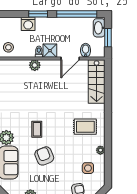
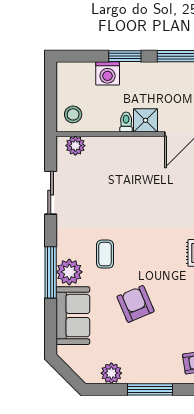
plant: (35, 65) -> (75, 146), moved
coffee table: (37, 129) -> (105, 254), moved

